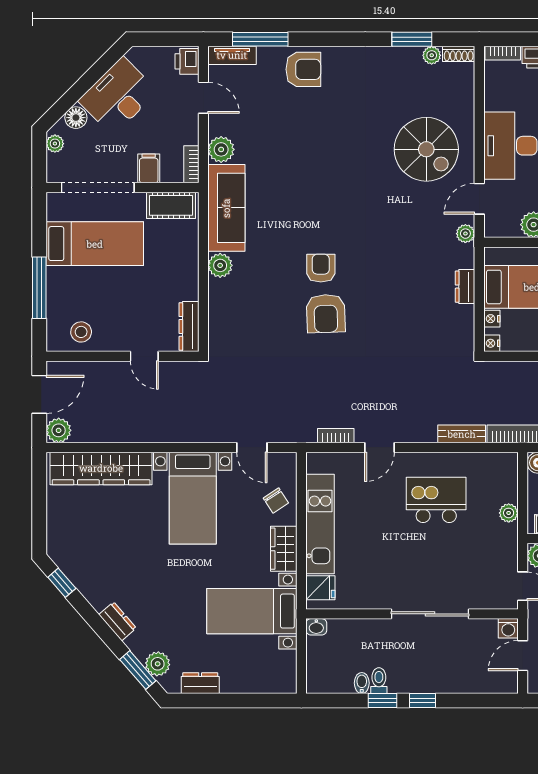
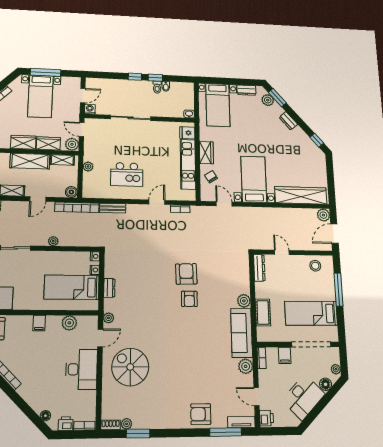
cot: (171, 205) -> (263, 312), moved, turned 90
bed with nightstands: (252, 611) -> (218, 105), moved, turned 90

